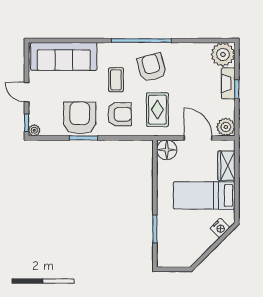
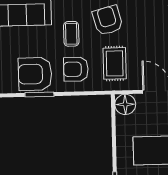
armchair: (119, 114) -> (76, 69), turned 180
armchair: (80, 118) -> (35, 74), turned -90

